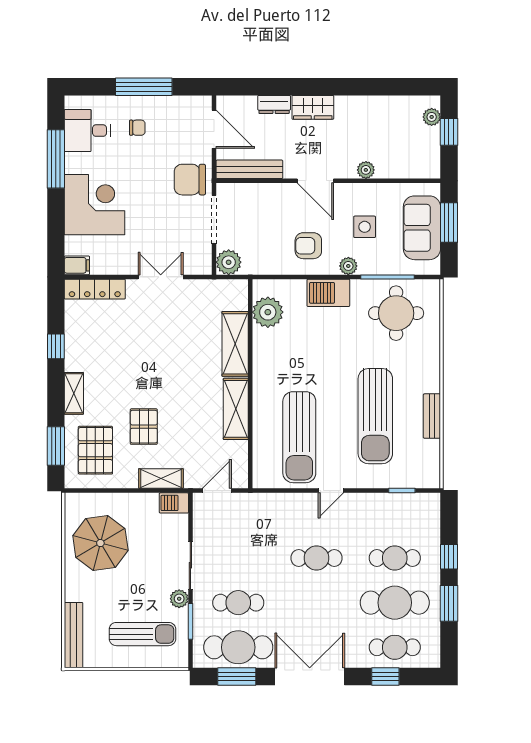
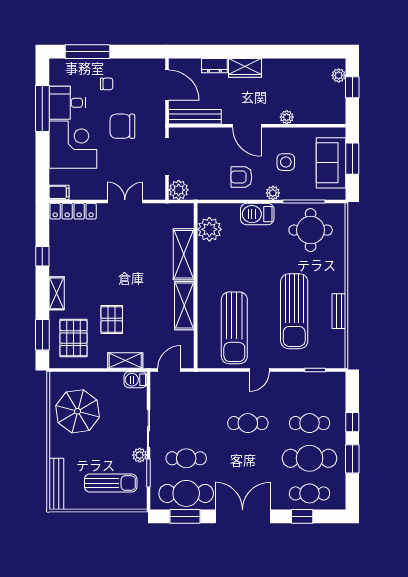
window: (144, 87) -> (87, 52), moved
desk: (87, 131) -> (67, 103), moved
chair: (190, 180) -> (122, 126), moved

